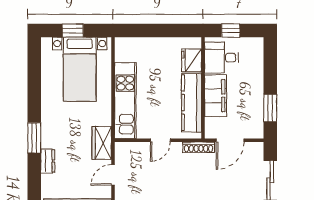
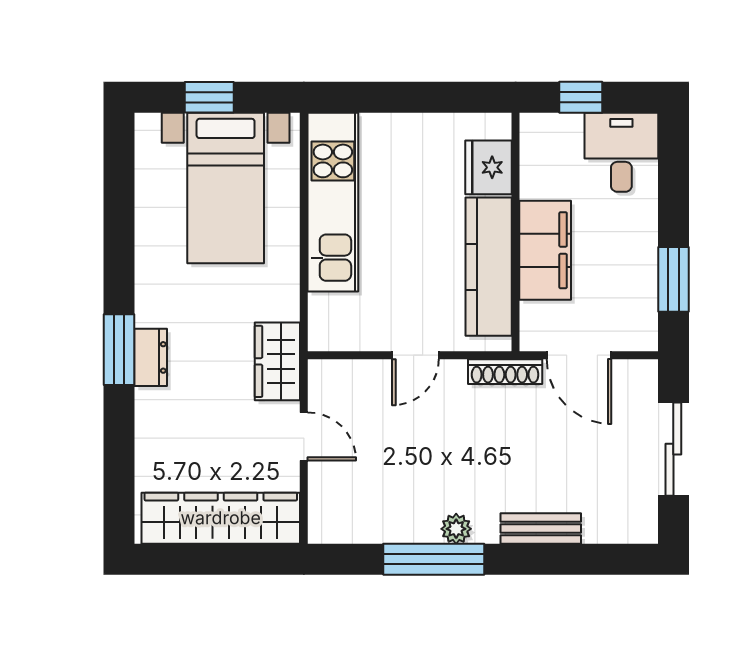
desk: (222, 58) -> (621, 152), moved, turned 90
kitchen unit: (125, 101) -> (333, 202), moved
door: (230, 140) -> (579, 355), hinge flipped
dresser: (48, 161) -> (151, 357), moved
door: (113, 175) -> (304, 436), swing flipped

